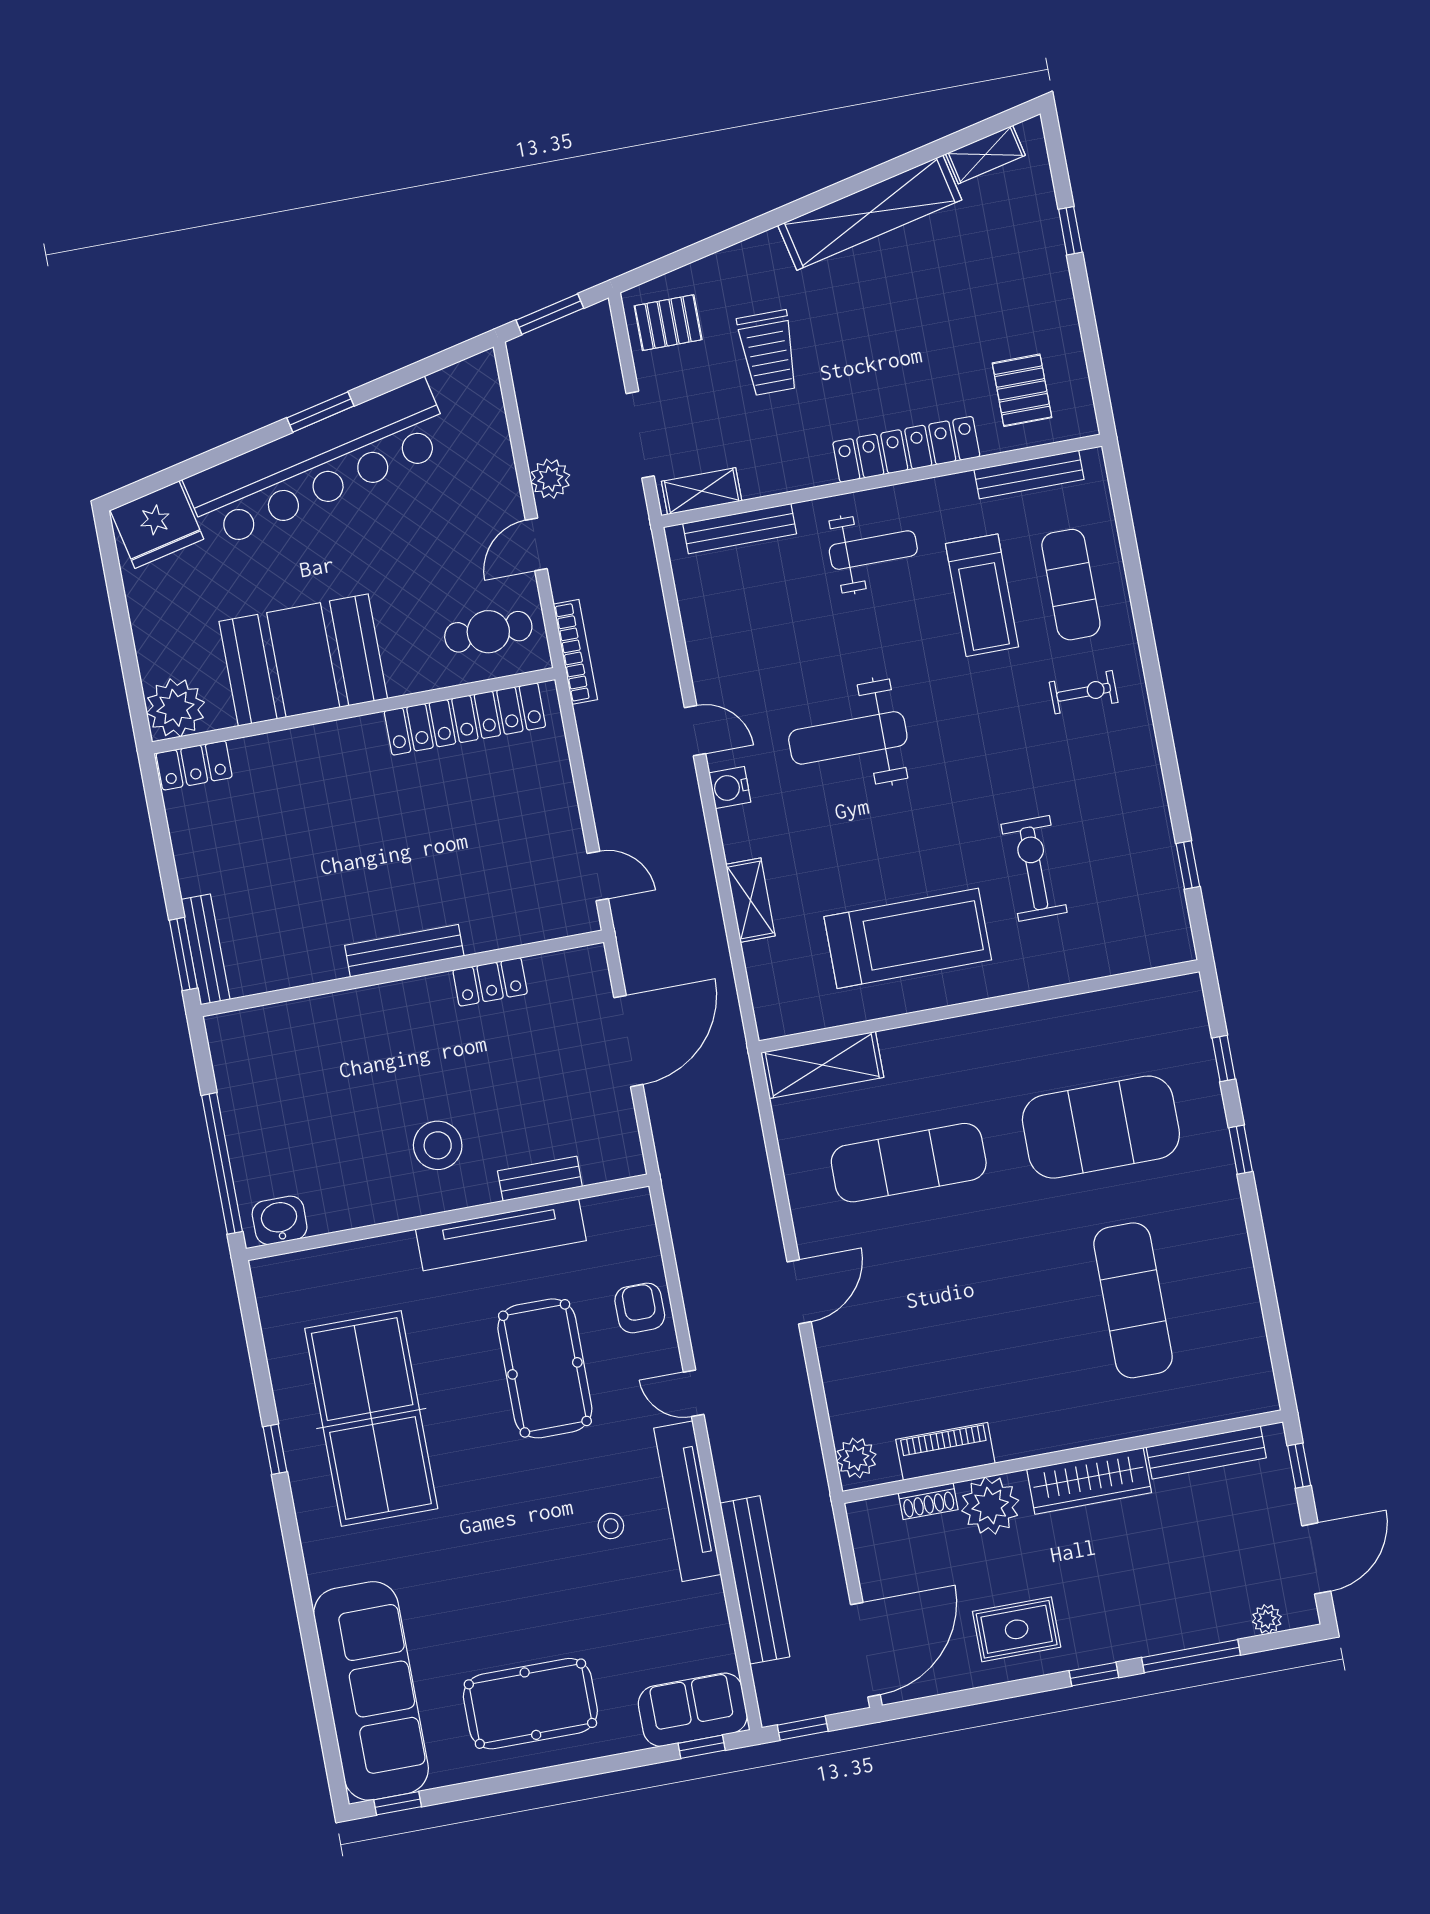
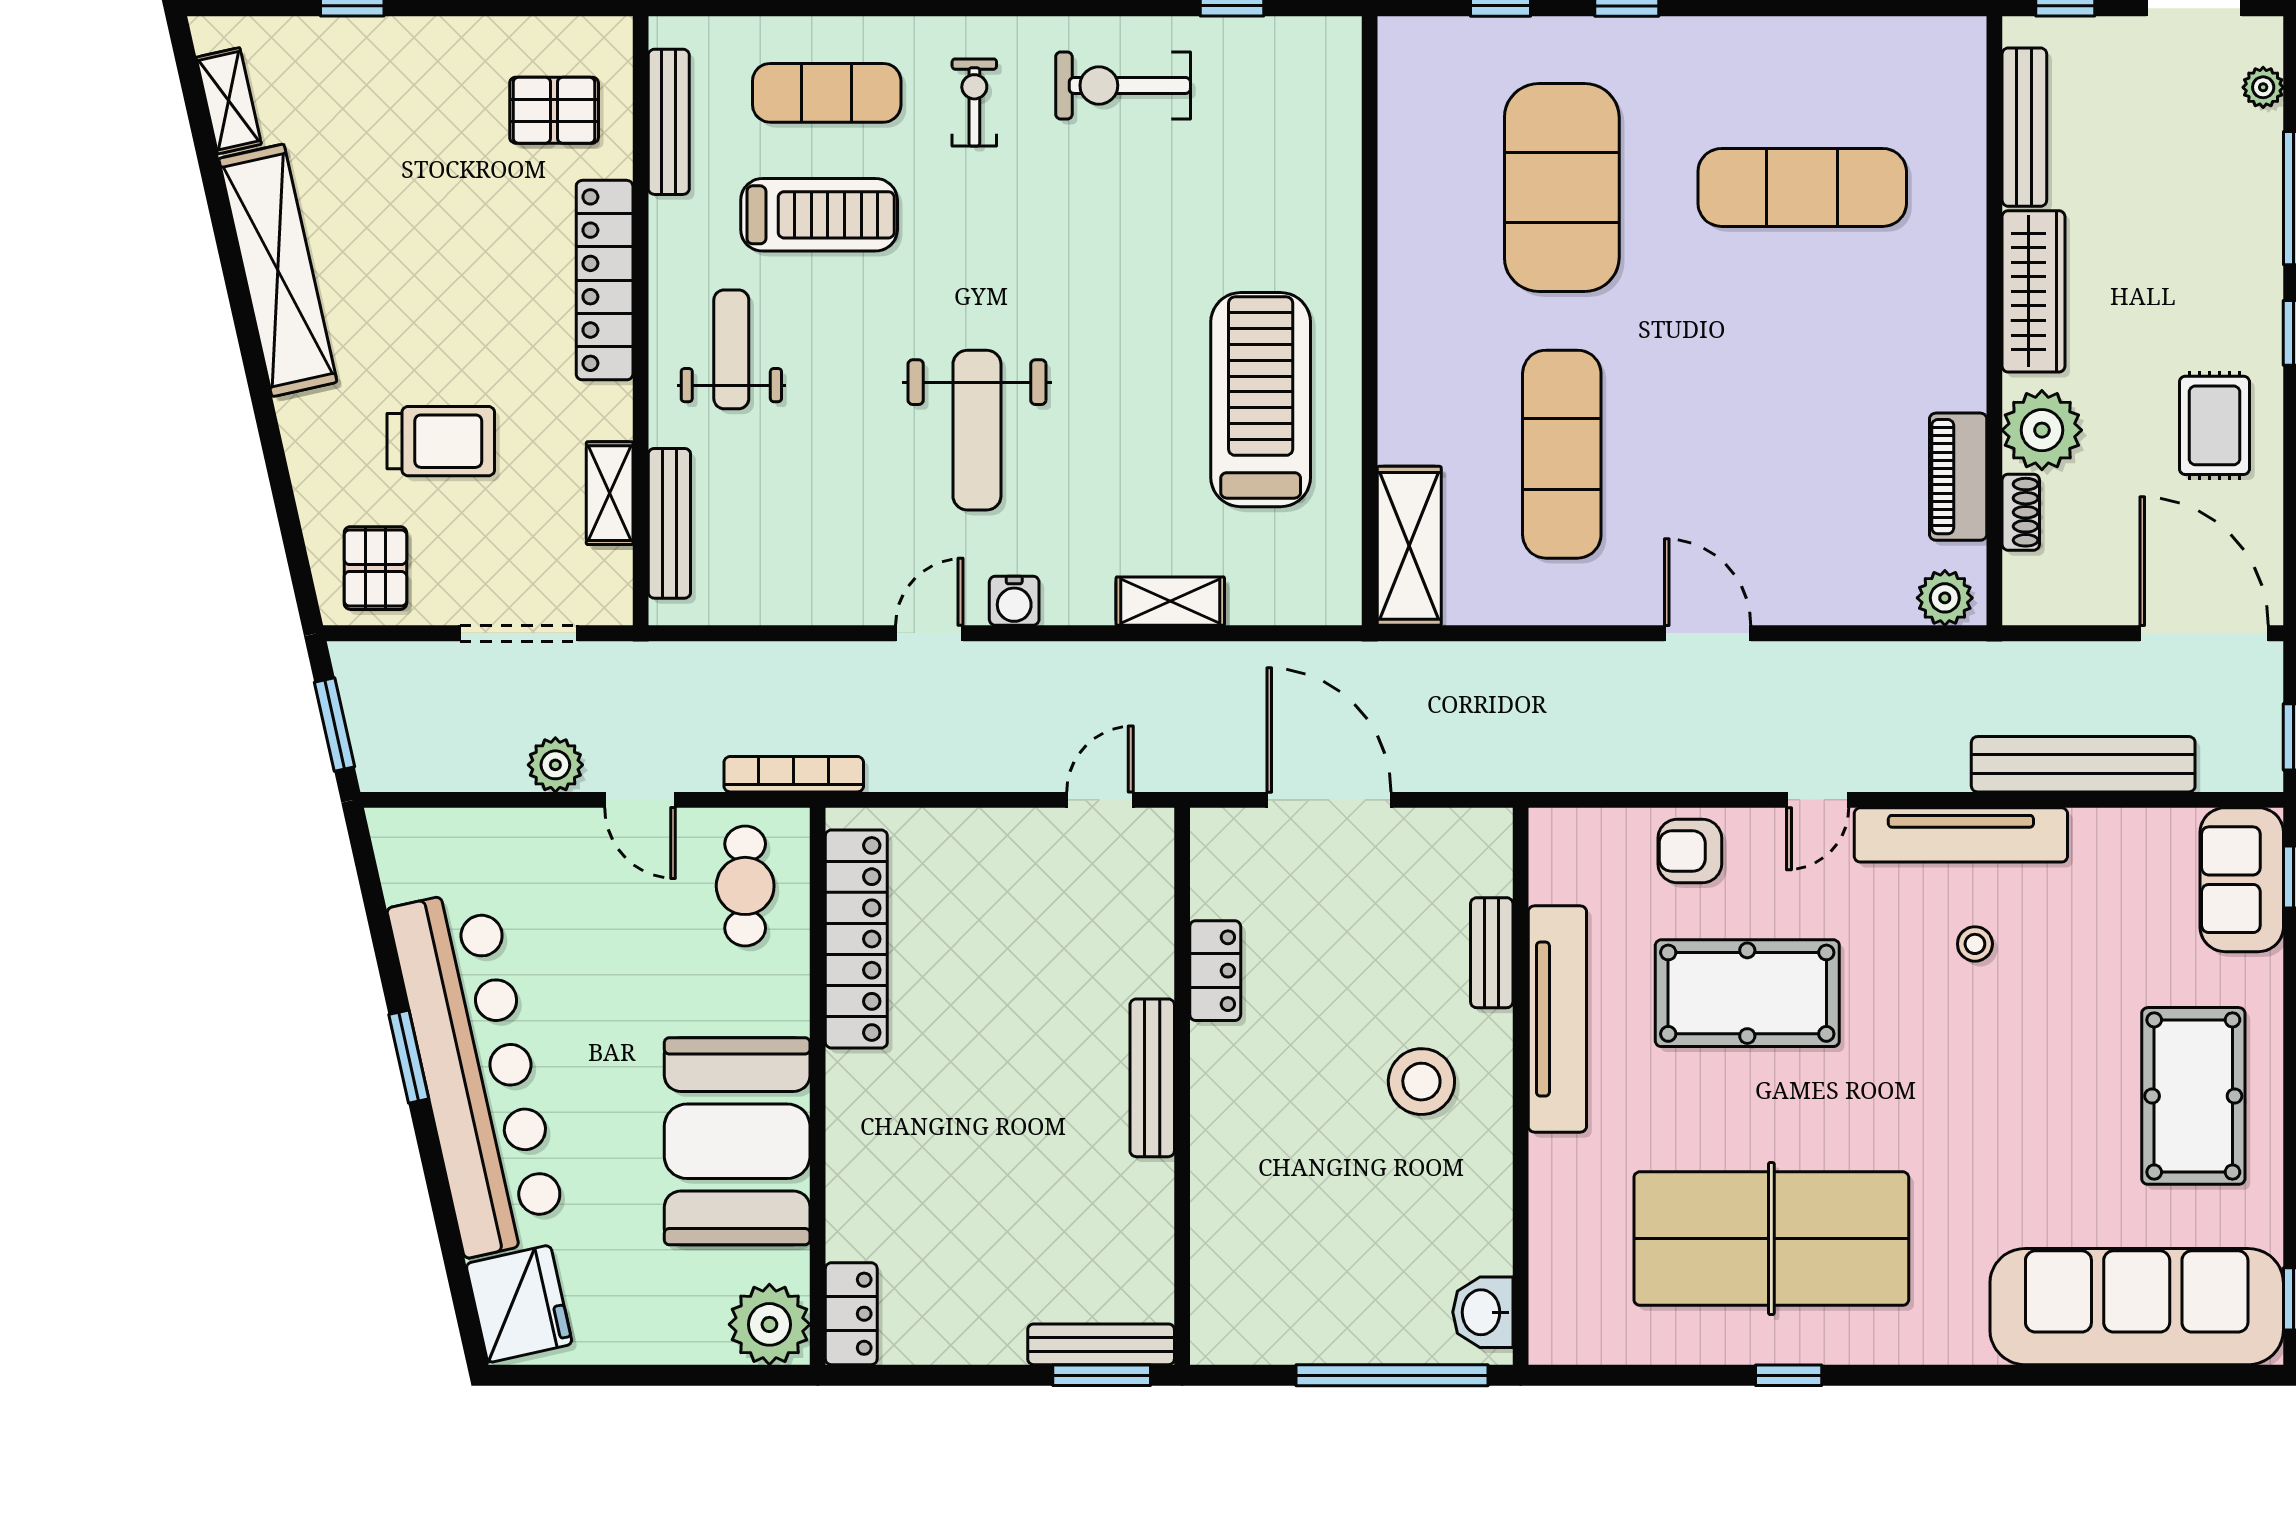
shelving: (702, 491) -> (610, 493), moved
exercise bike: (1034, 868) -> (1123, 85), moved

